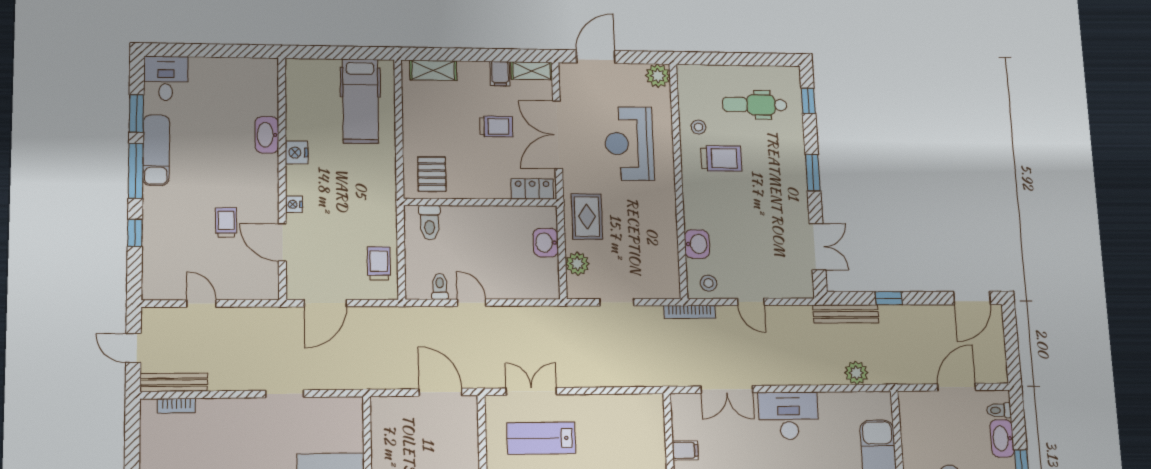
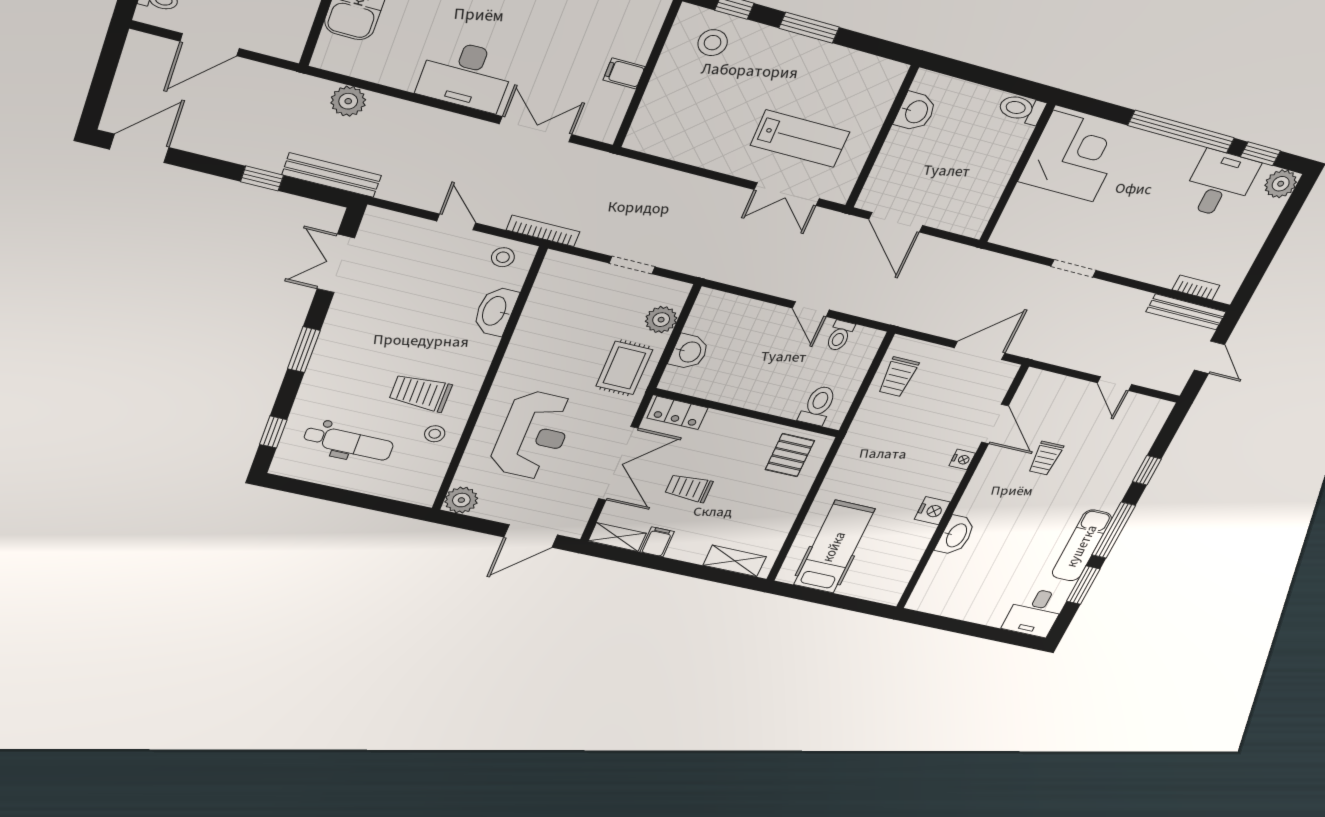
washbasin: (697, 244) -> (495, 311), width x1.38

